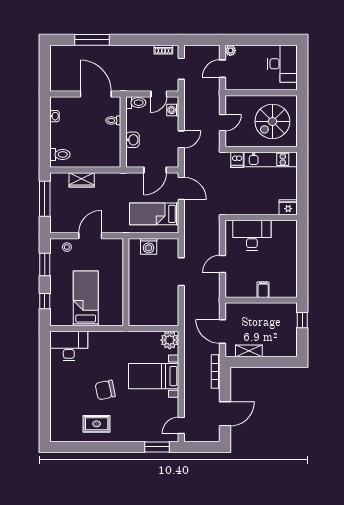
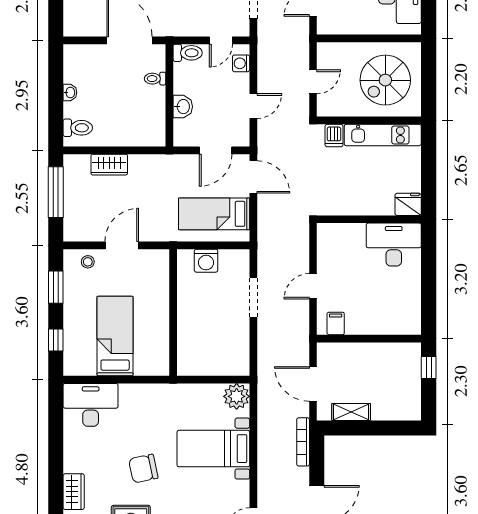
washbasin: (55, 116) -> (70, 92), moved
desk: (252, 235) -> (394, 245), moved
filing cabinet: (263, 290) -> (336, 323), moved
wardrobe: (57, 406) -> (74, 492), added

